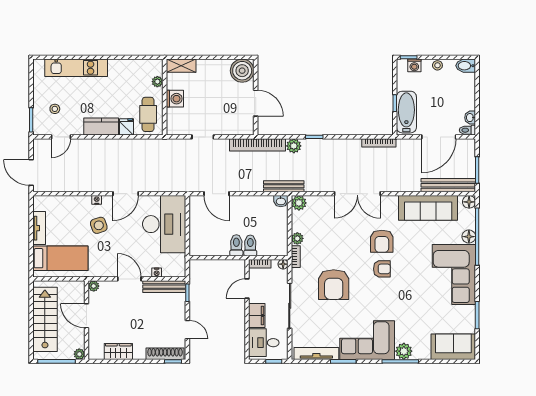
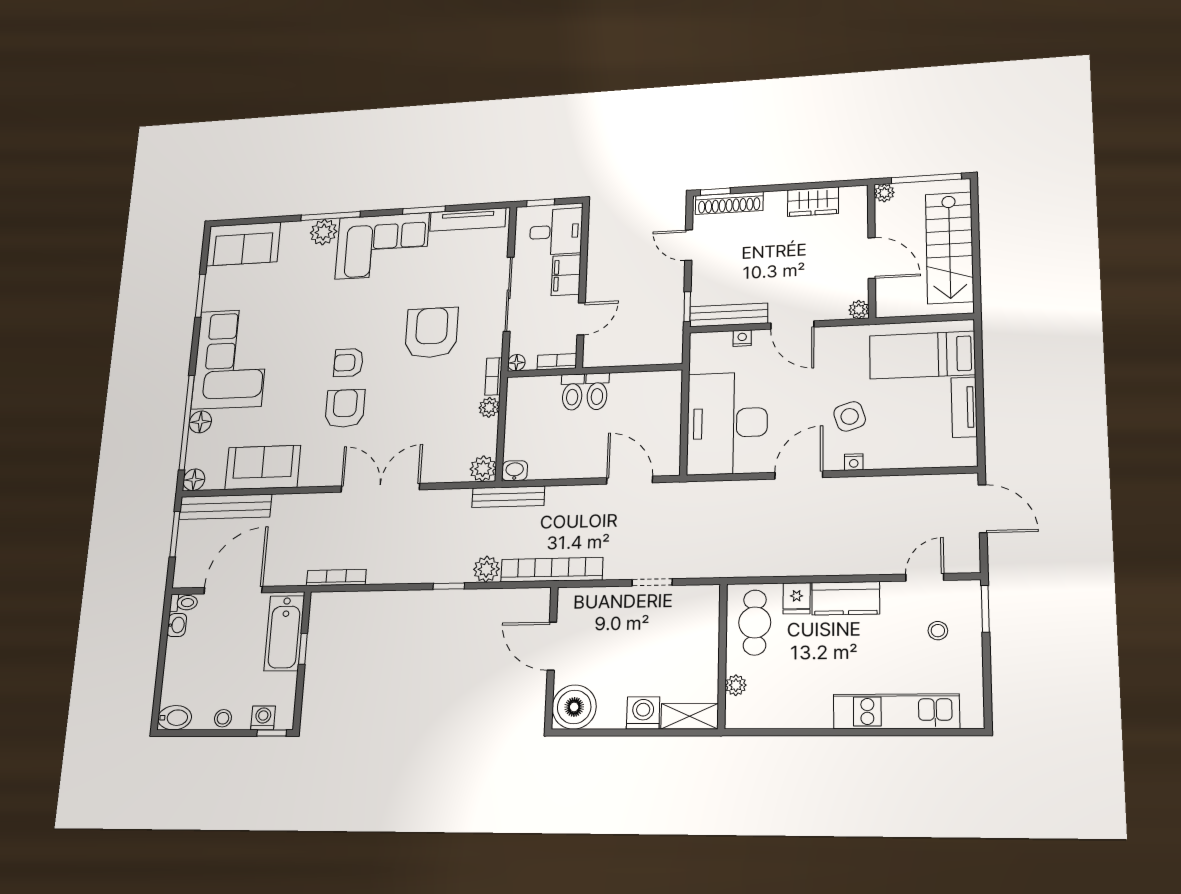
washing machine: (175, 99) -> (643, 713), moved, turned 90
sofa: (428, 208) -> (263, 467), width x0.73

